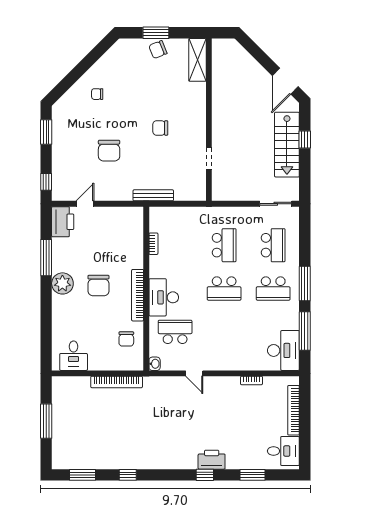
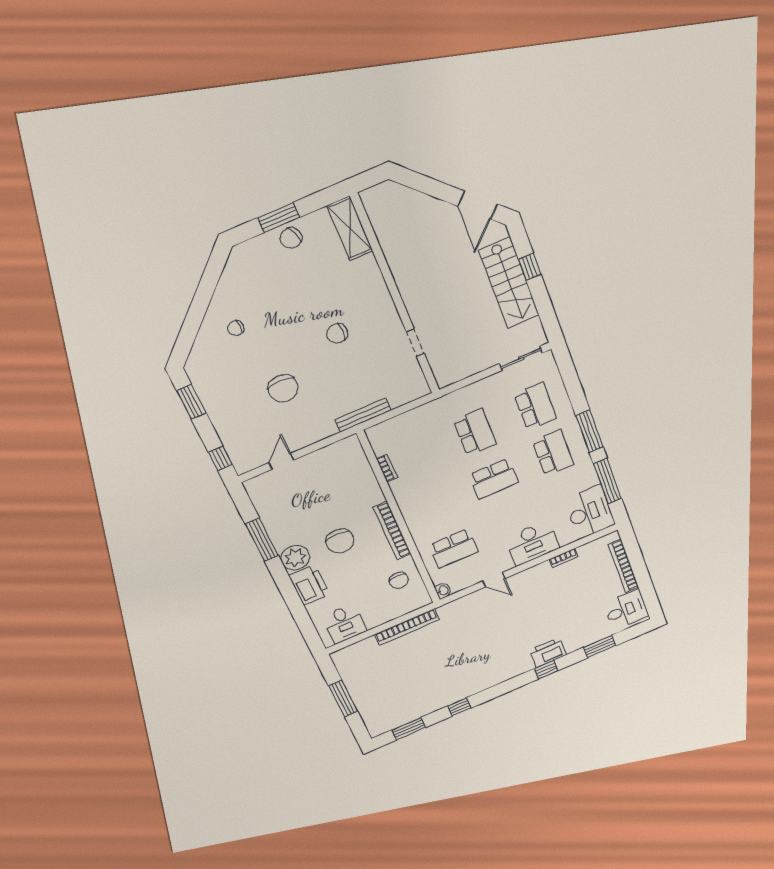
printer: (63, 222) -> (309, 585), moved
school desk: (273, 289) -> (553, 453), turned -90
desk: (164, 297) -> (532, 543), moved, turned -90
school desk: (175, 332) -> (454, 548), turned 180

